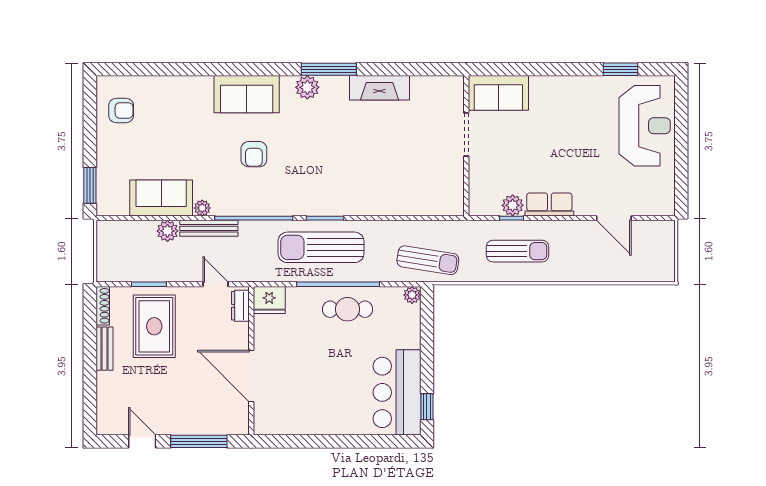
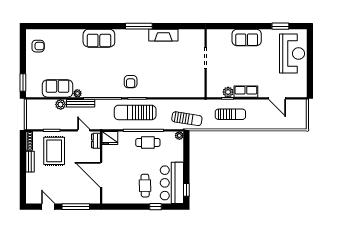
plant: (307, 87) -> (128, 35), removed
sofa: (498, 93) -> (247, 38), moved
armchair: (254, 154) -> (131, 82), moved
cafe table: (342, 398) -> (145, 186), added
window: (363, 441) -> (156, 207), added

